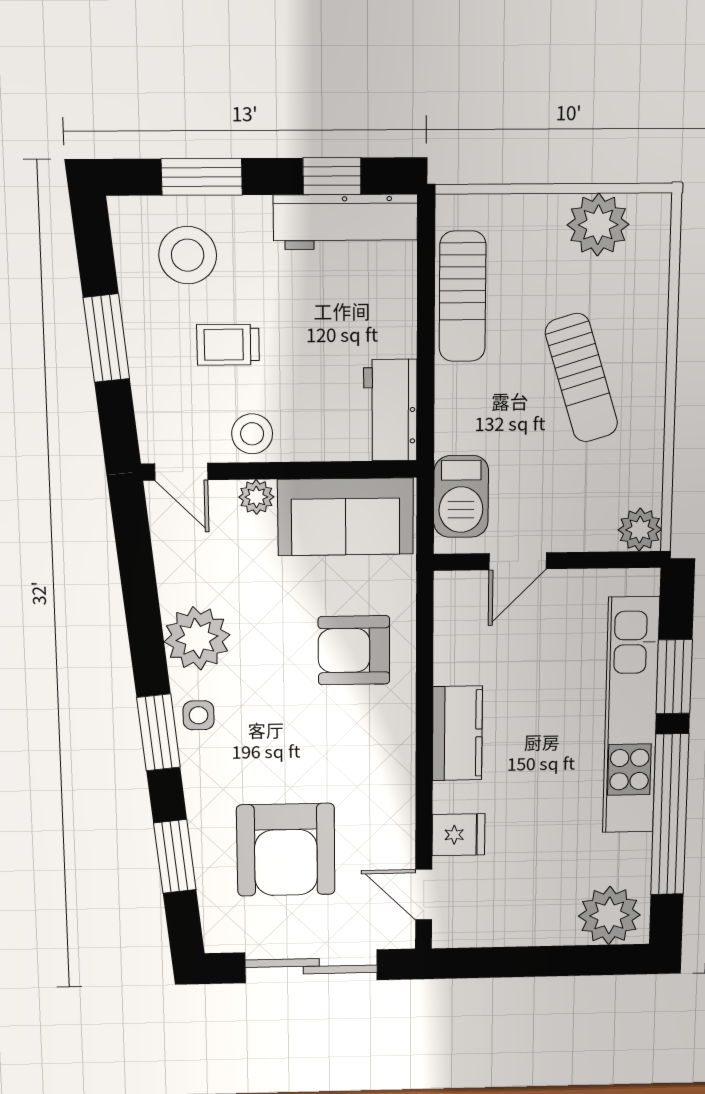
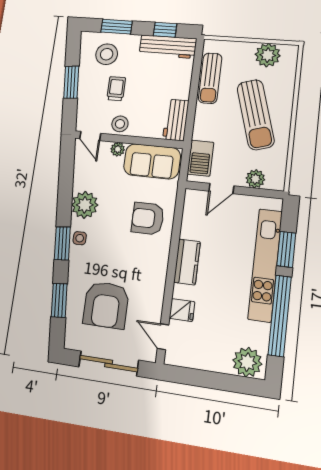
trolley: (228, 345) -> (116, 89), turned 90
sun lounger: (581, 378) -> (256, 115), width x1.36, depth x1.34
plant: (640, 530) -> (255, 179), moved

